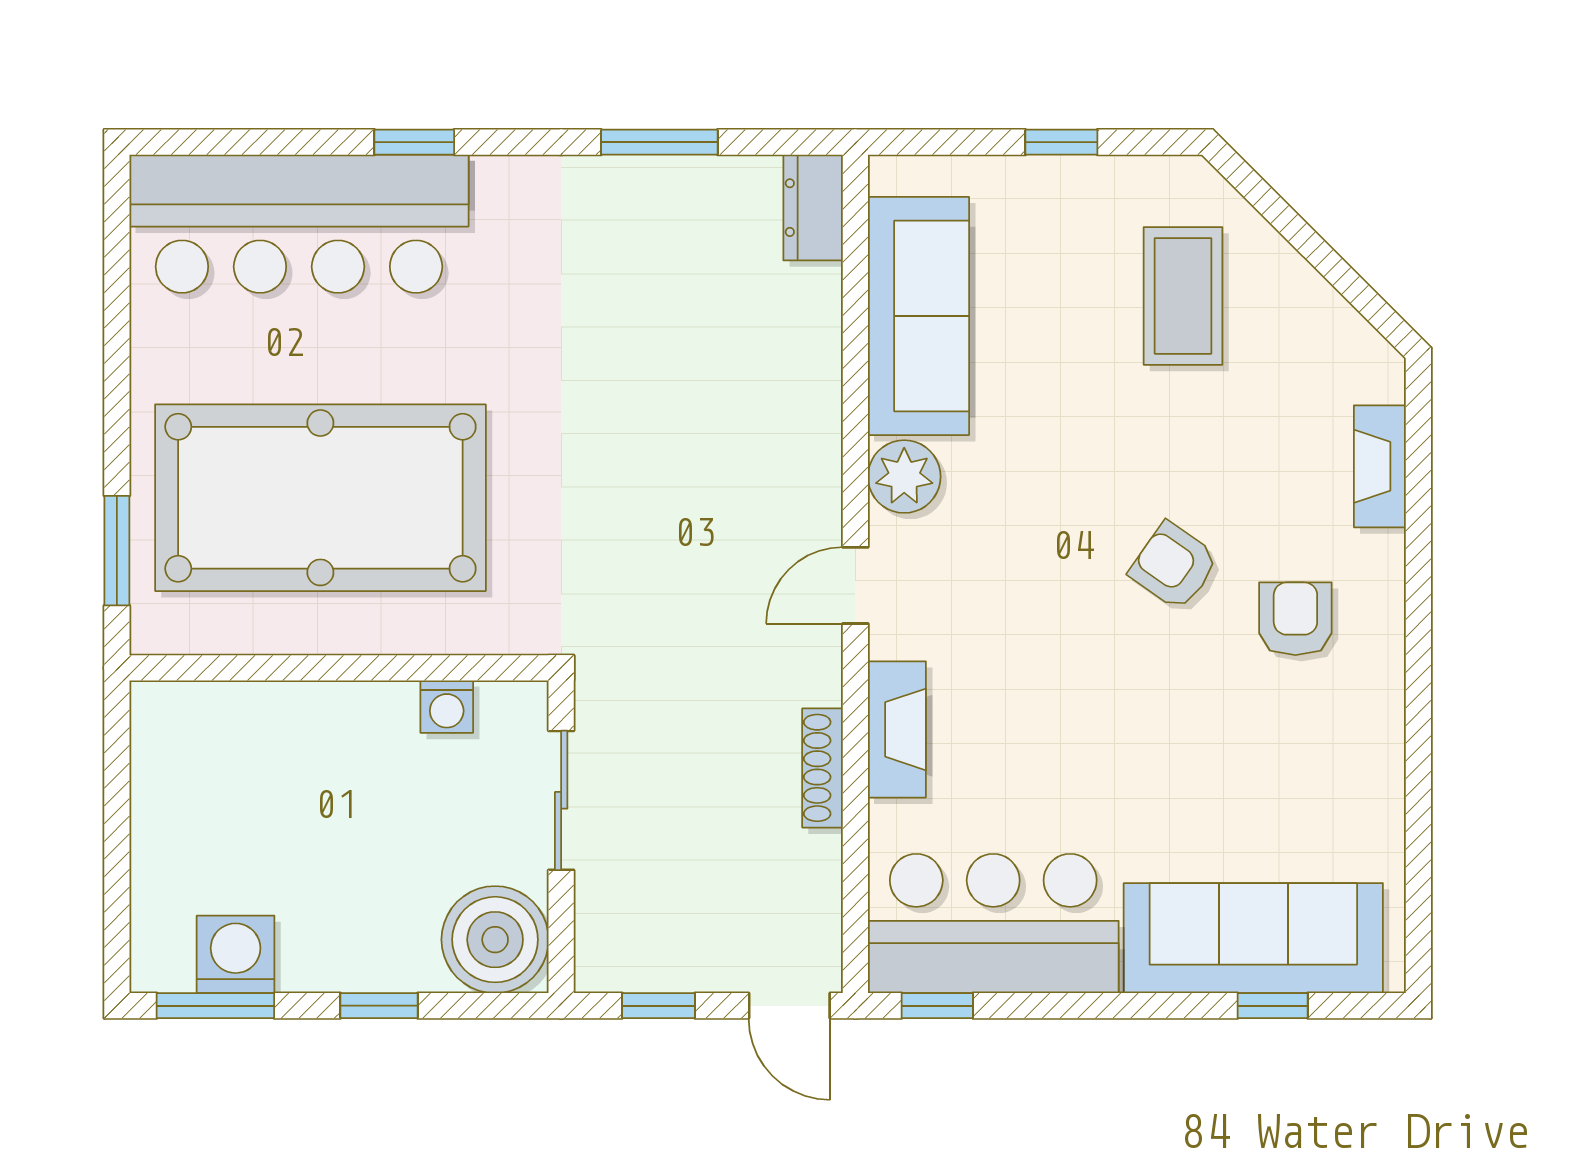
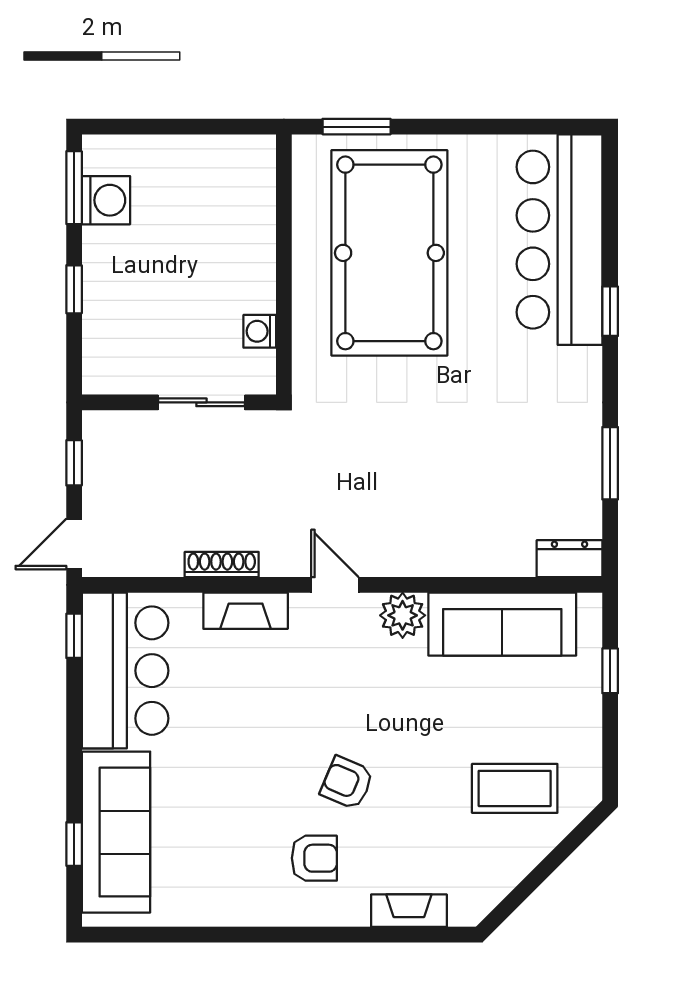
window: (1061, 142) -> (610, 671), moved
armchair: (1174, 566) -> (347, 783), turned -102
boiler: (495, 940) -> (115, 361), removed

